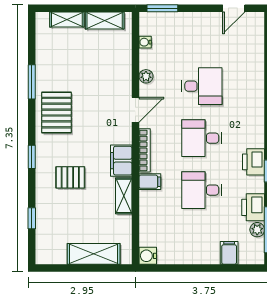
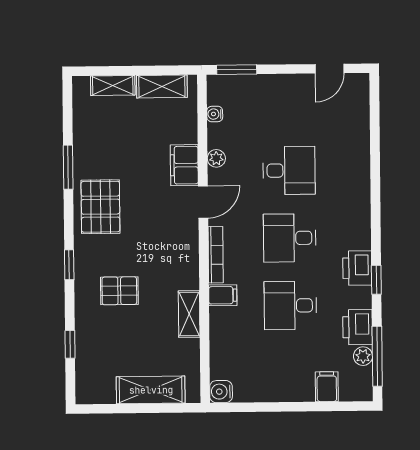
filing cabinet: (121, 161) -> (184, 165), moved

